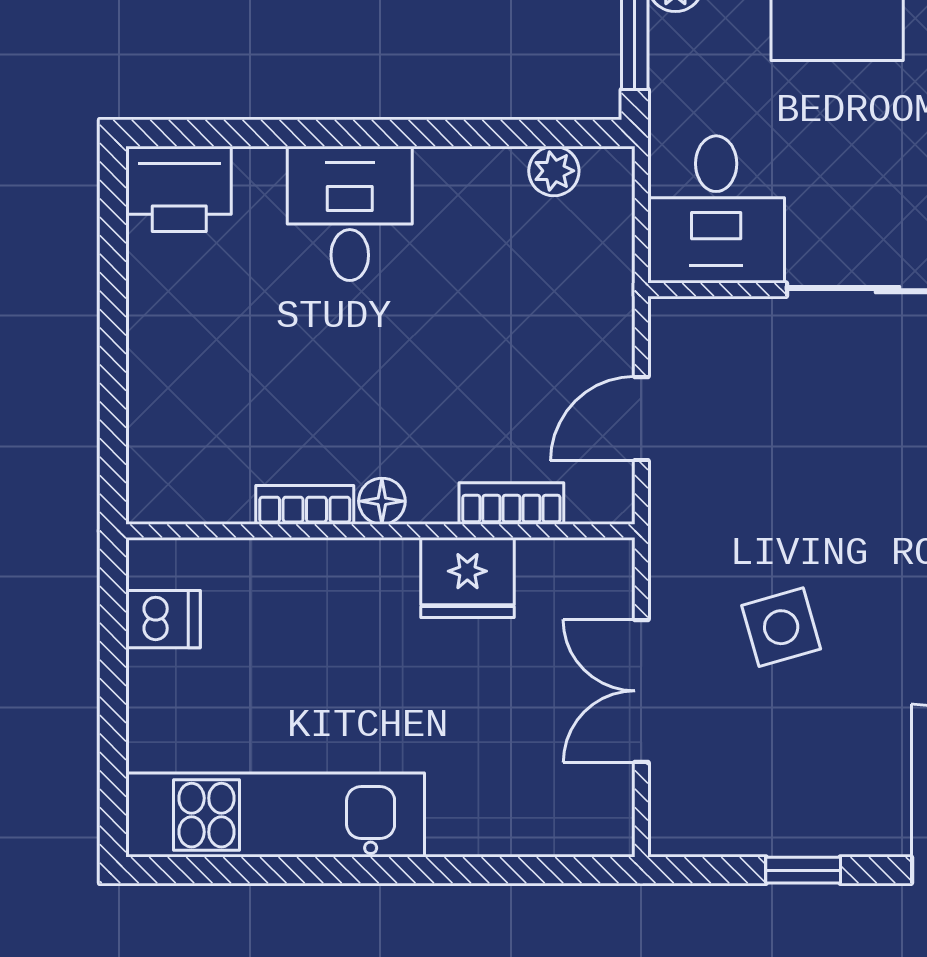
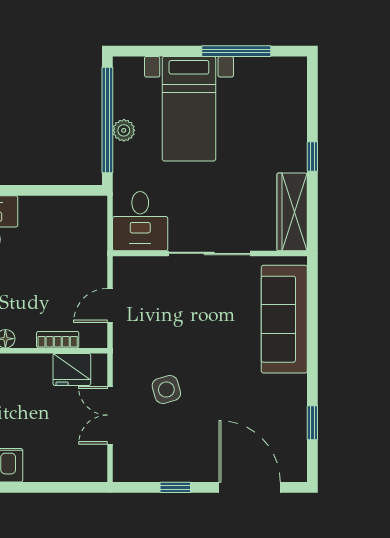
plant: (554, 171) -> (75, 206), removed
fridge: (467, 578) -> (72, 370), moved

